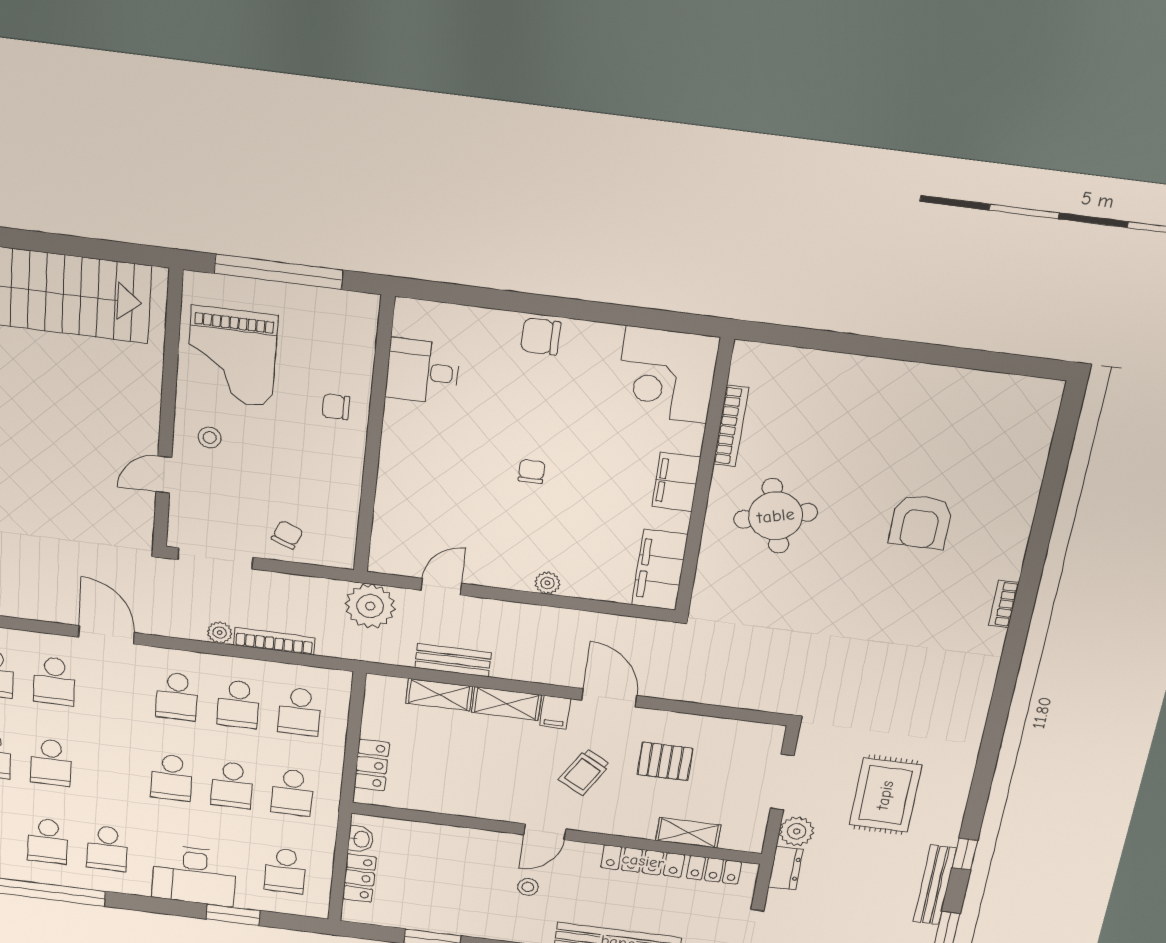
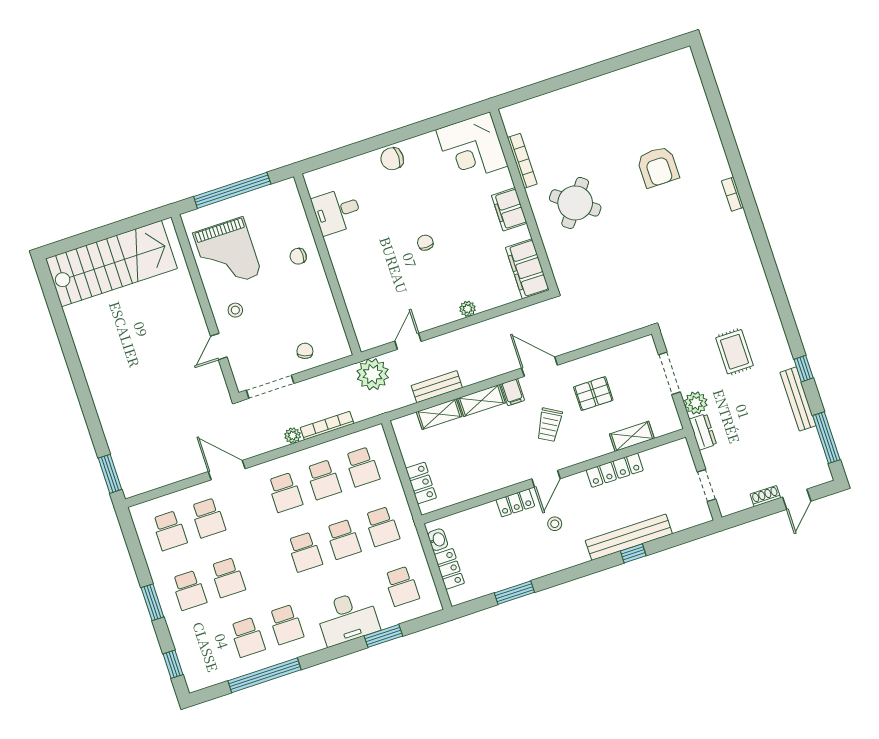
round table: (776, 516) -> (575, 203), turned -38
rug: (885, 795) -> (734, 352), width x0.73, depth x0.70
locker: (714, 870) -> (515, 503), moved

